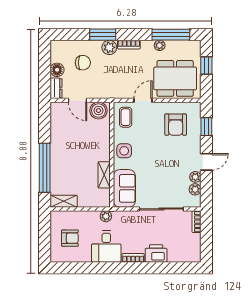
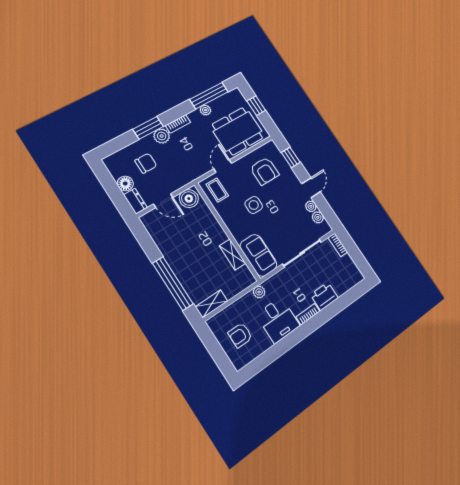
side table: (124, 151) -> (254, 205), moved
armchair: (70, 238) -> (240, 335), turned 180

